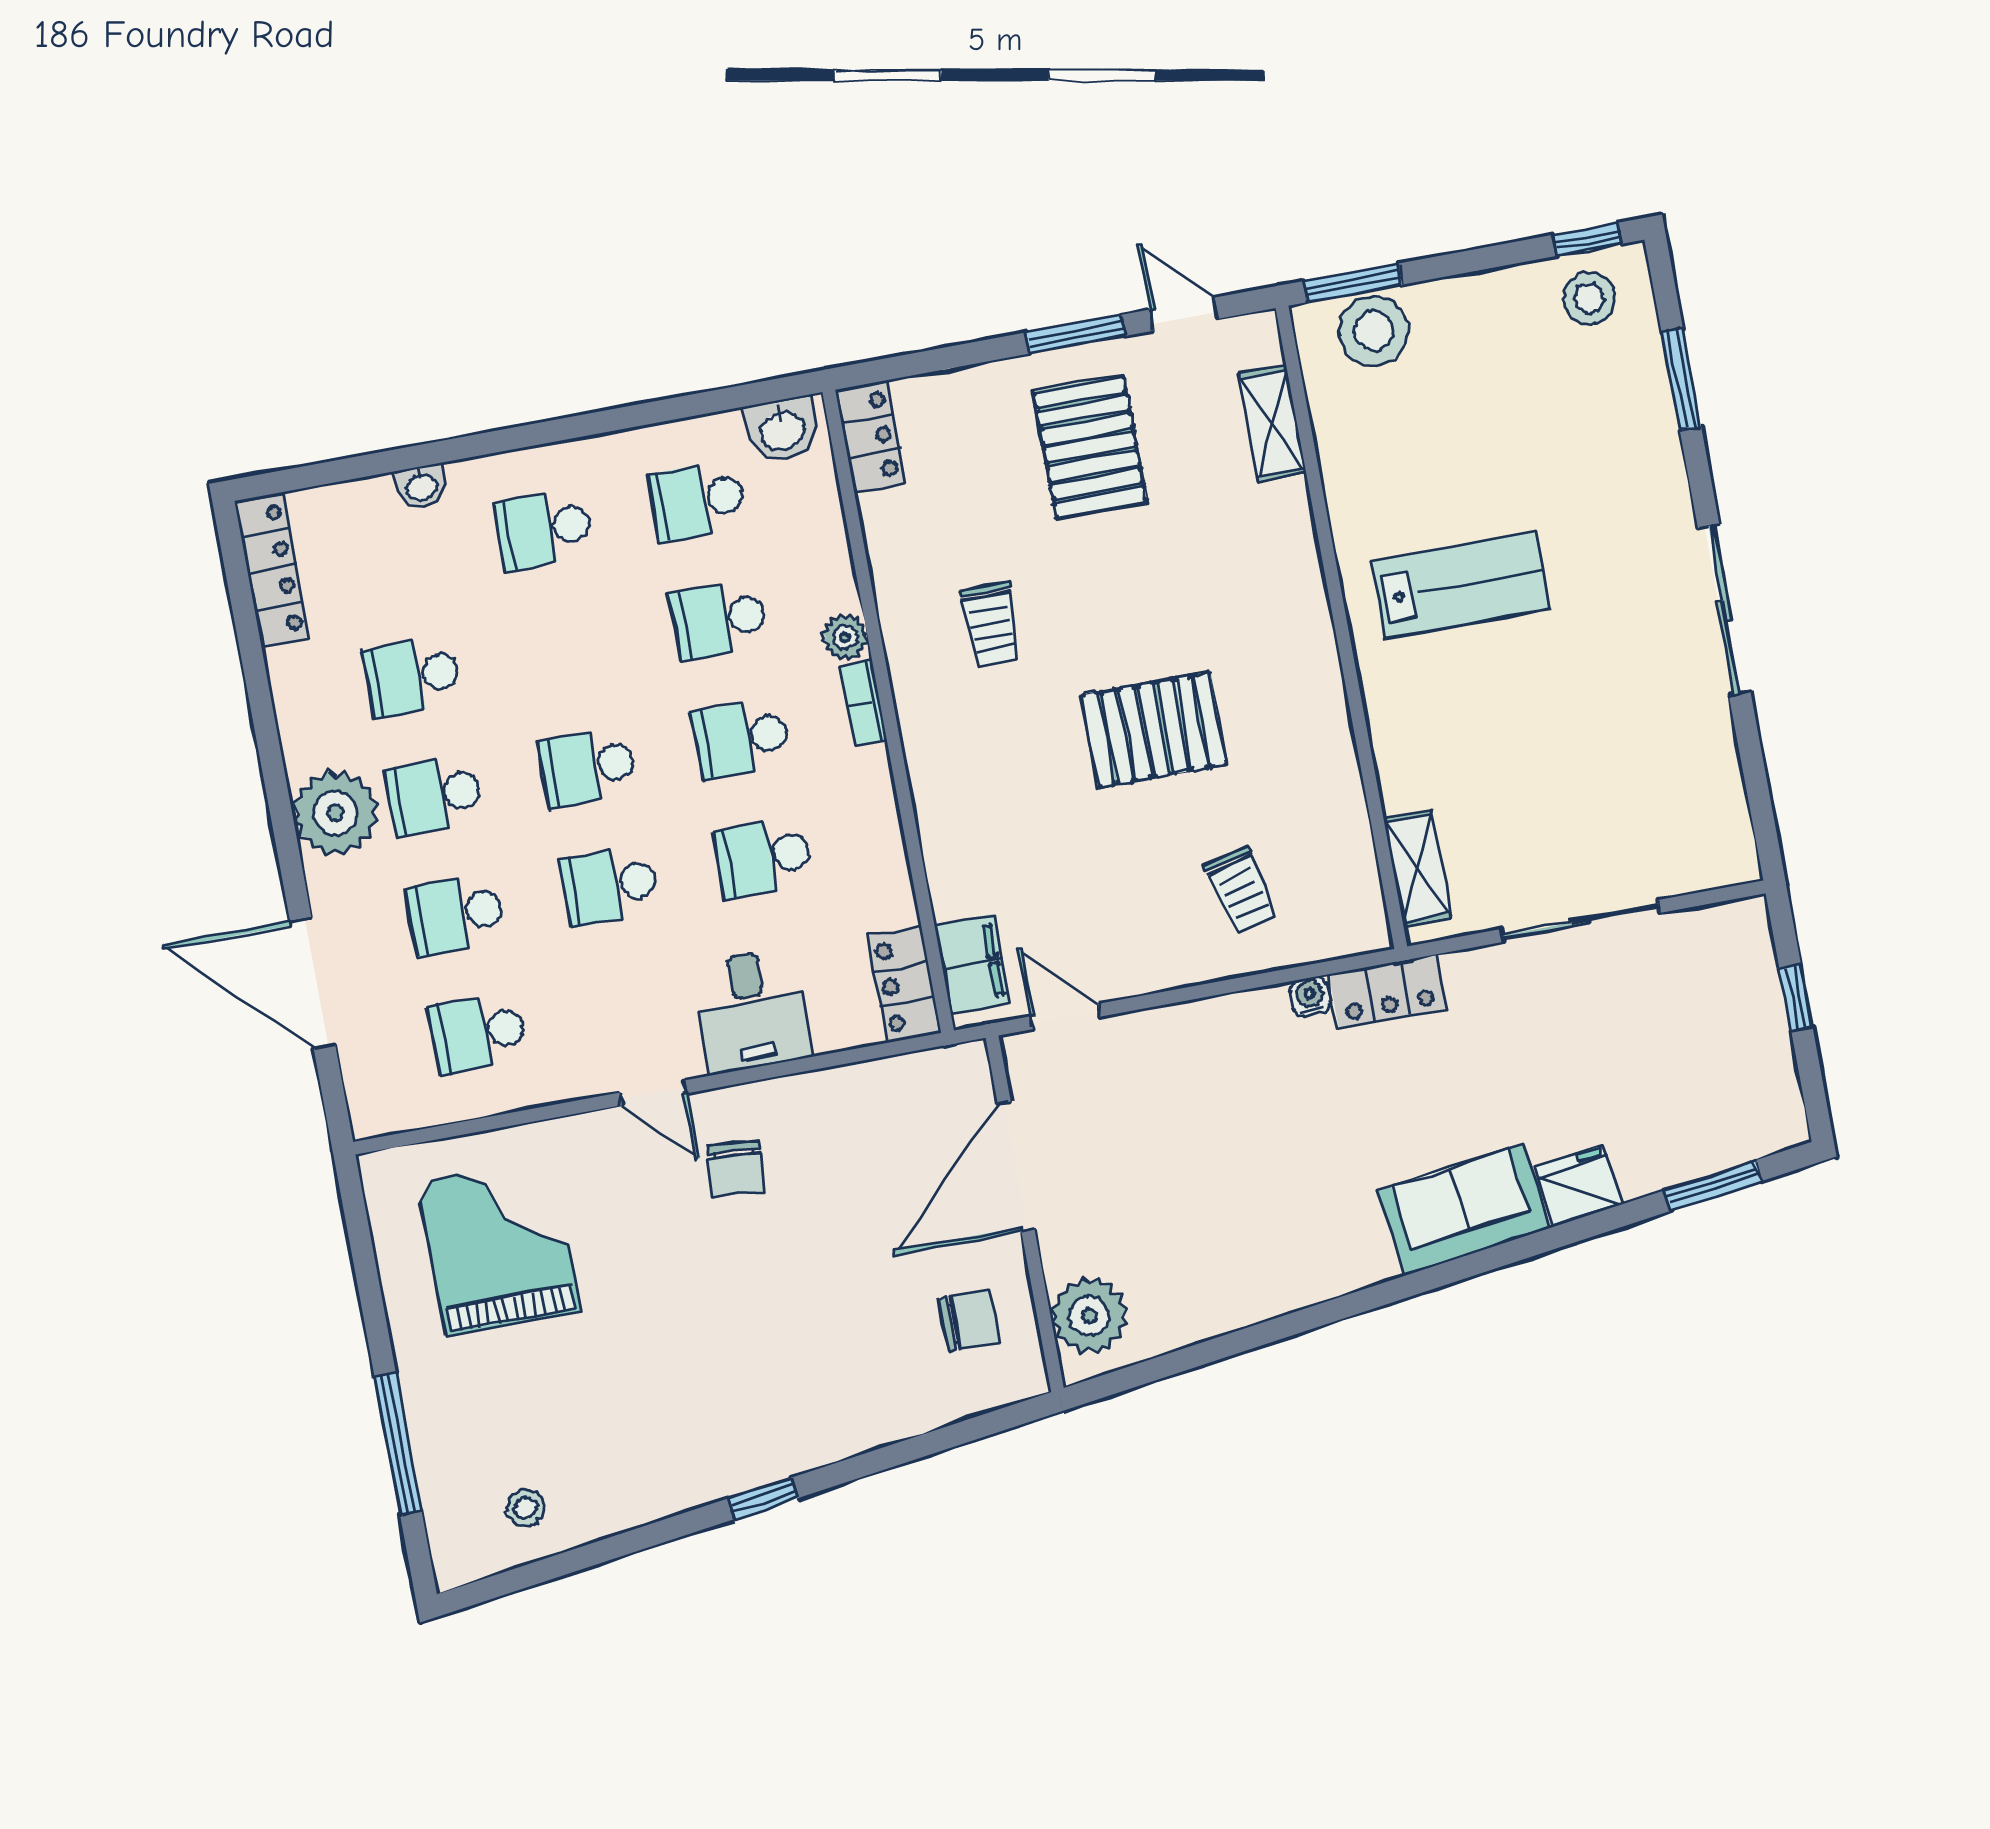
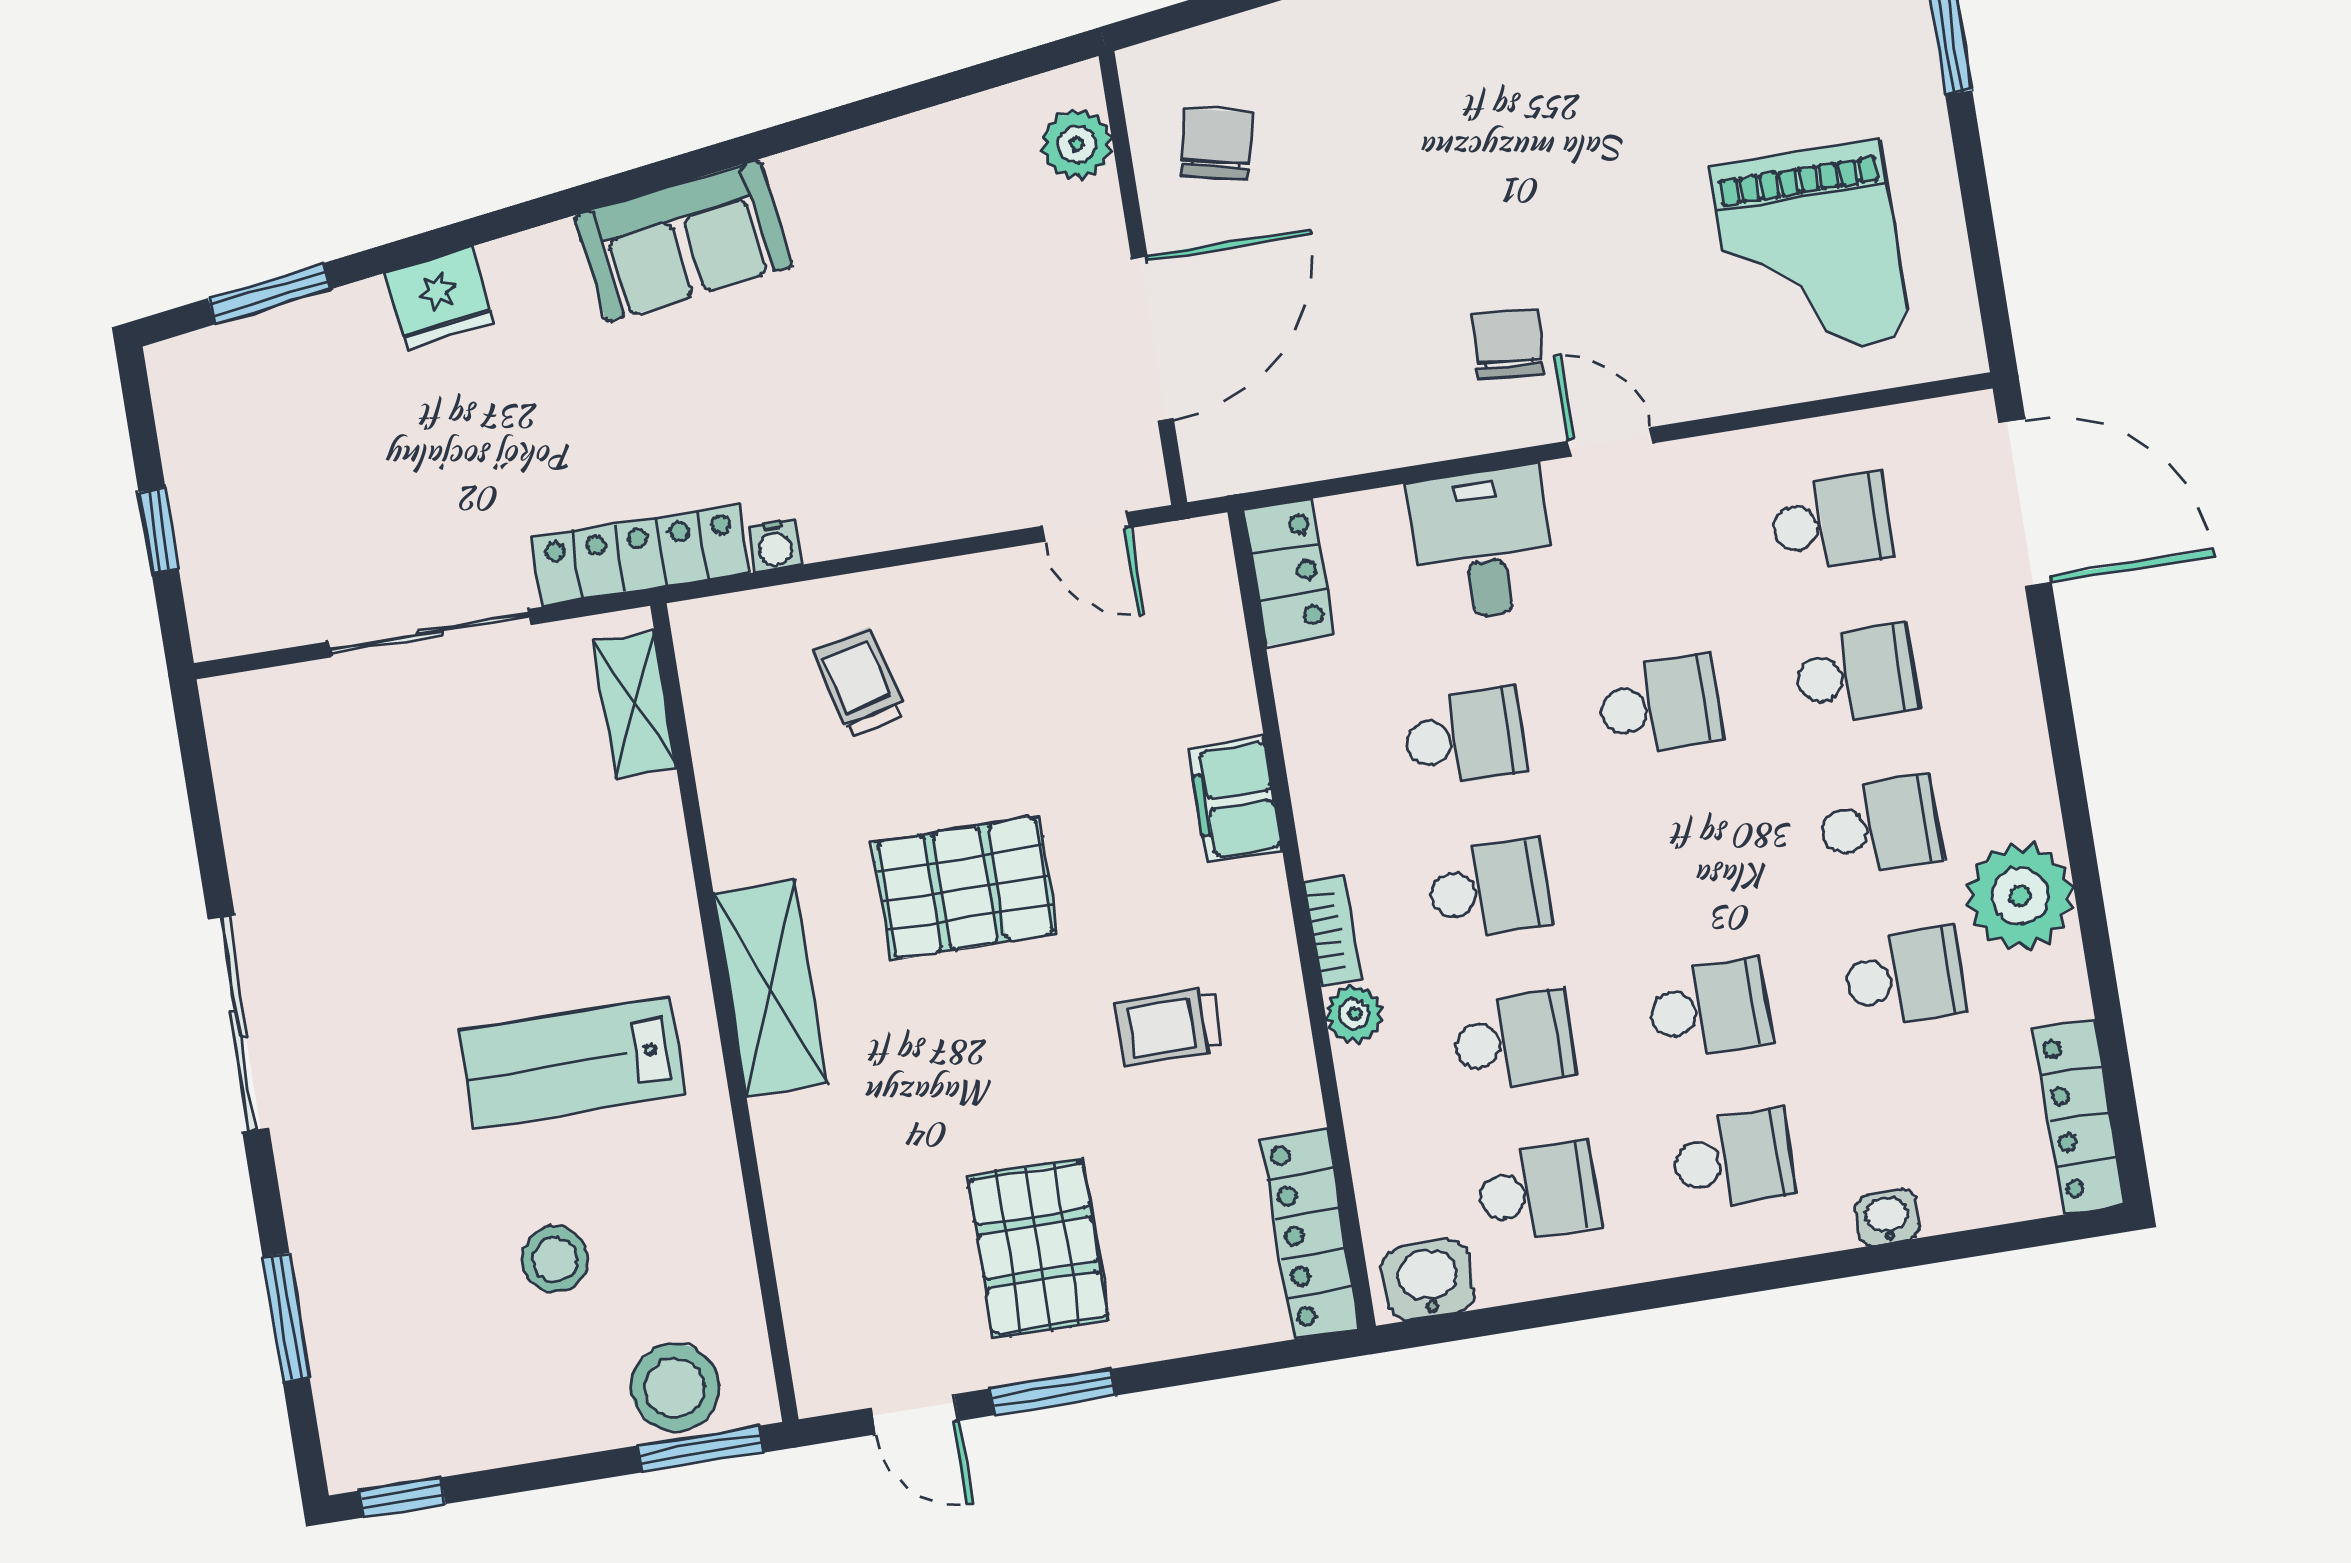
stool: (1589, 298) -> (555, 1259), moved
shelving: (1272, 423) -> (771, 988), moved, width x1.50, depth x1.33
locker: (871, 436) -> (1310, 1234), width x1.53
trolley: (991, 624) -> (1168, 1027), turned -90
school desk: (588, 767) -> (1709, 1009), moved
plant: (335, 813) -> (2020, 896), moved
filing cabinet: (972, 964) -> (1235, 800), moved
door: (313, 983) -> (2025, 503), moved
locker: (1387, 991) -> (641, 555), width x1.53
sofa: (1464, 1210) -> (683, 241), moved
plant: (1089, 1316) -> (1077, 144), width x0.73, depth x0.73
chair: (969, 1321) -> (1216, 144), turned 103

